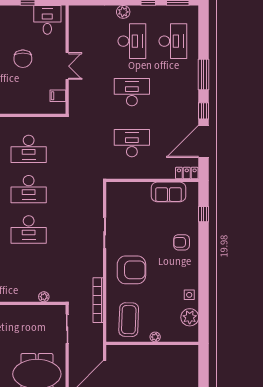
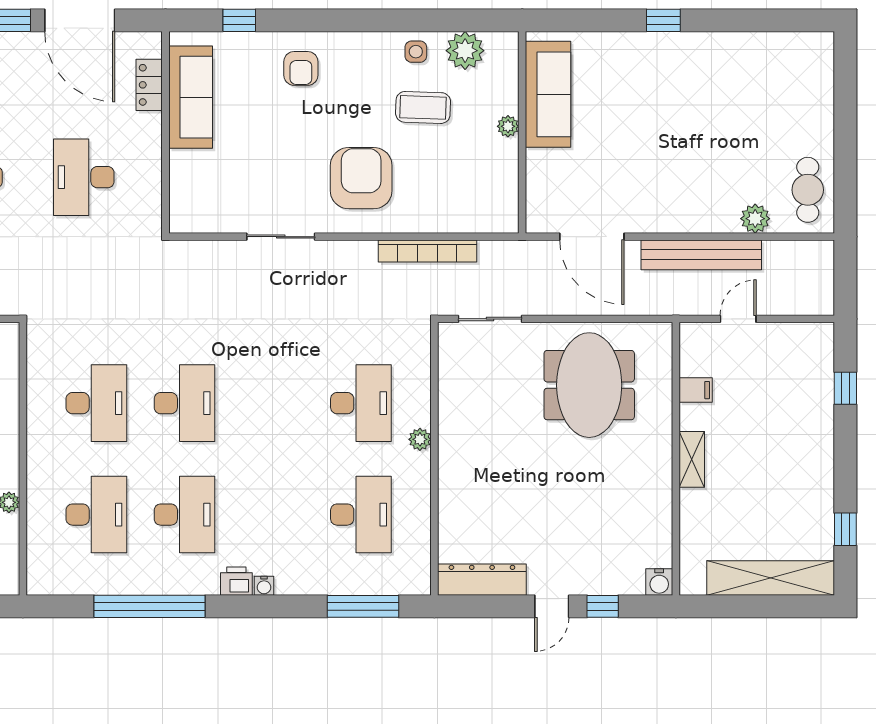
locker: (187, 173) -> (149, 85), moved
sofa: (168, 192) -> (191, 97), width x1.36
desk: (29, 229) -> (361, 403), moved
plant: (44, 297) -> (420, 439), moved
coffee table: (129, 320) -> (423, 107), moved, width x0.73, depth x0.76
sofa: (170, 355) -> (548, 94), added

